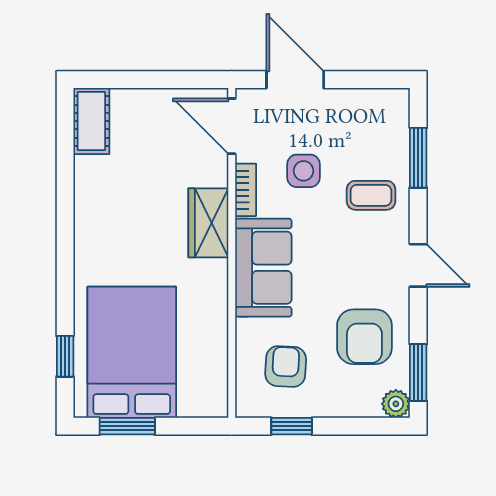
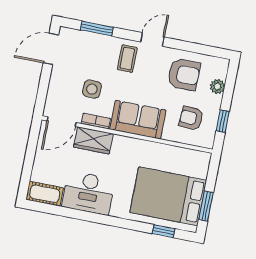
door: (295, 80) -> (51, 49), moved
coffee table: (371, 195) -> (127, 59), moved
desk: (109, 202) -> (88, 193), added
wardrobe: (208, 223) -> (93, 140), moved
window: (418, 373) -> (208, 50), removed
plant: (396, 404) -> (217, 87), moved

